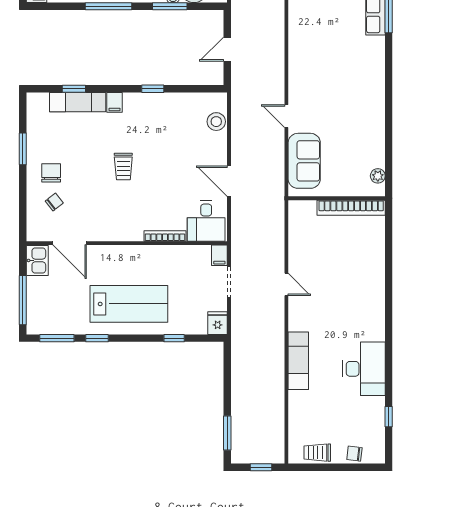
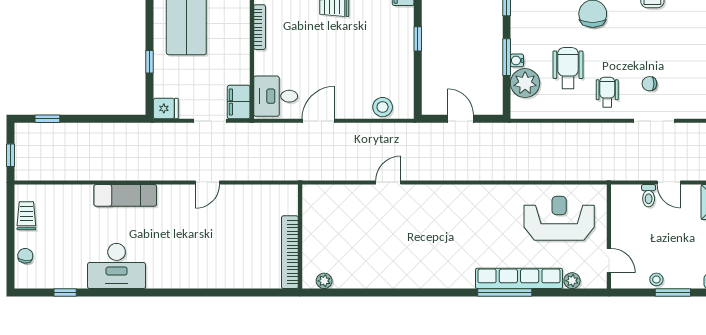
sofa: (304, 161) -> (340, 202), removed
bookcase: (165, 236) -> (260, 27), moved
filing cabinet: (219, 255) -> (239, 102), width x2.00
window: (227, 433) -> (47, 119), width x0.67

